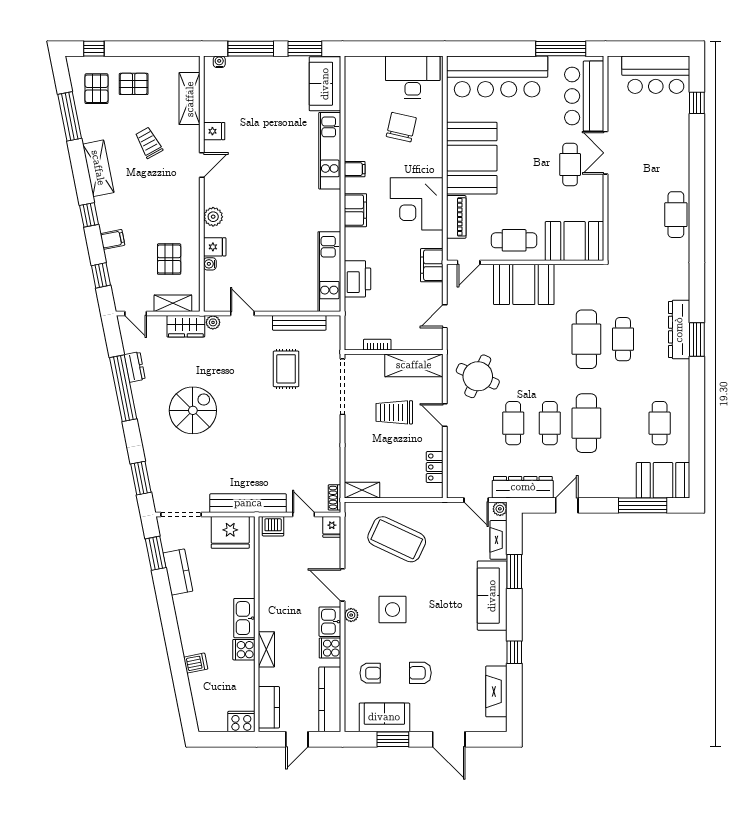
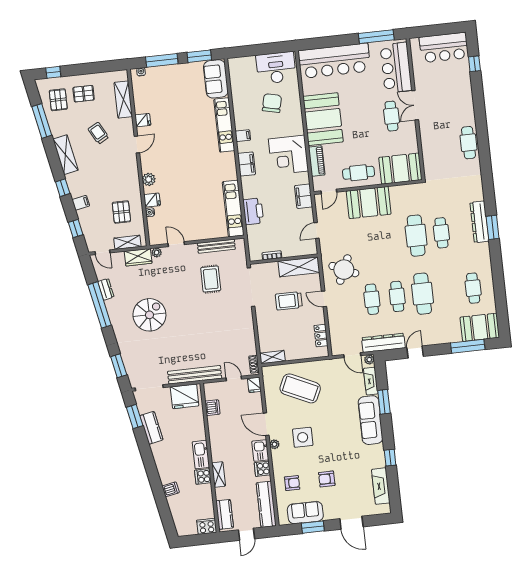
dishwasher: (273, 526) -> (212, 408), moved, turned -90

